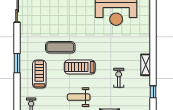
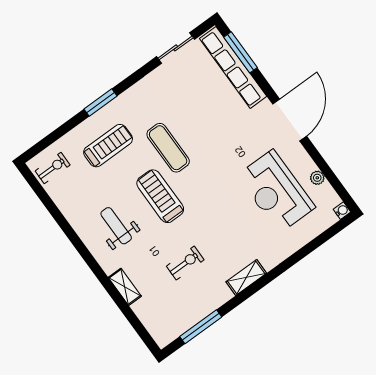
shelving: (146, 65) -> (246, 278), moved
window: (153, 92) -> (201, 327), width x2.17

